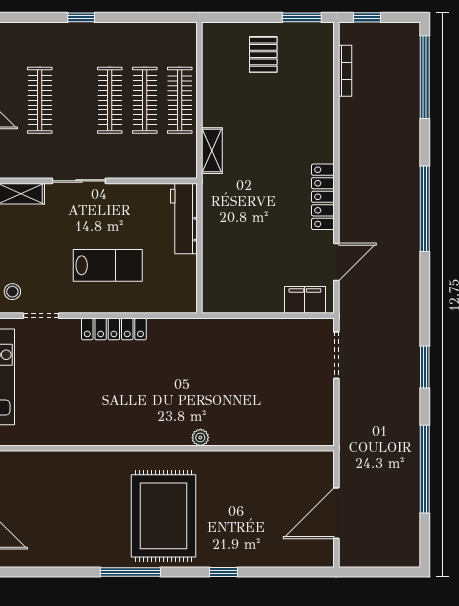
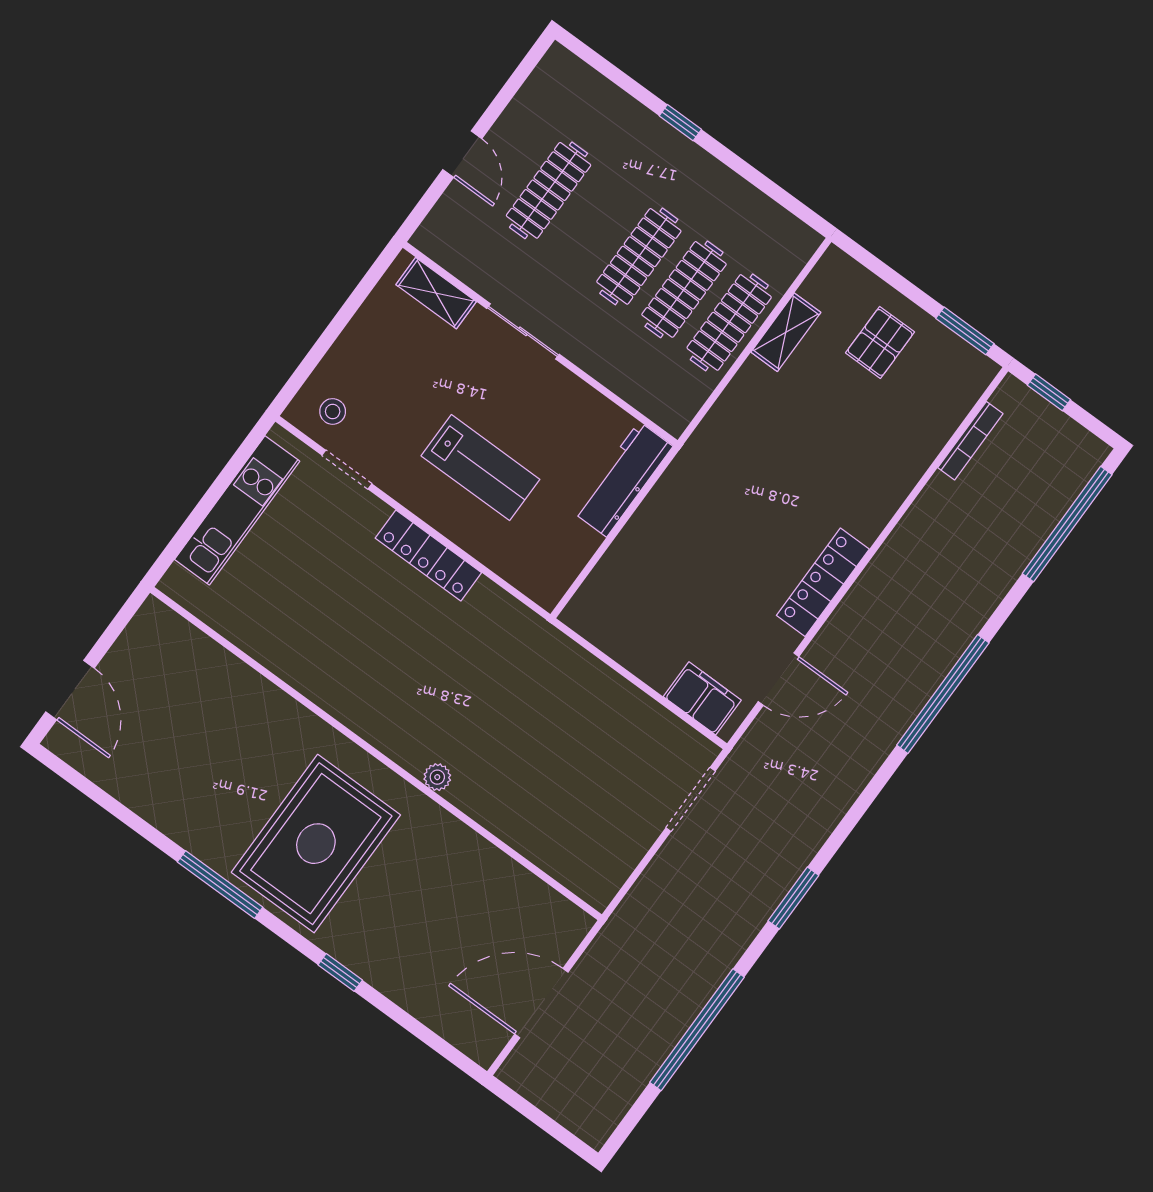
shelving: (212, 151) -> (786, 332), moved

